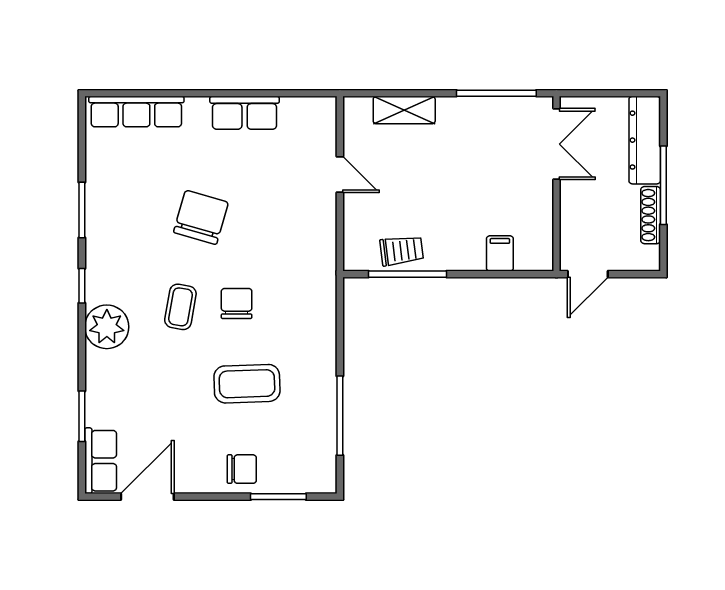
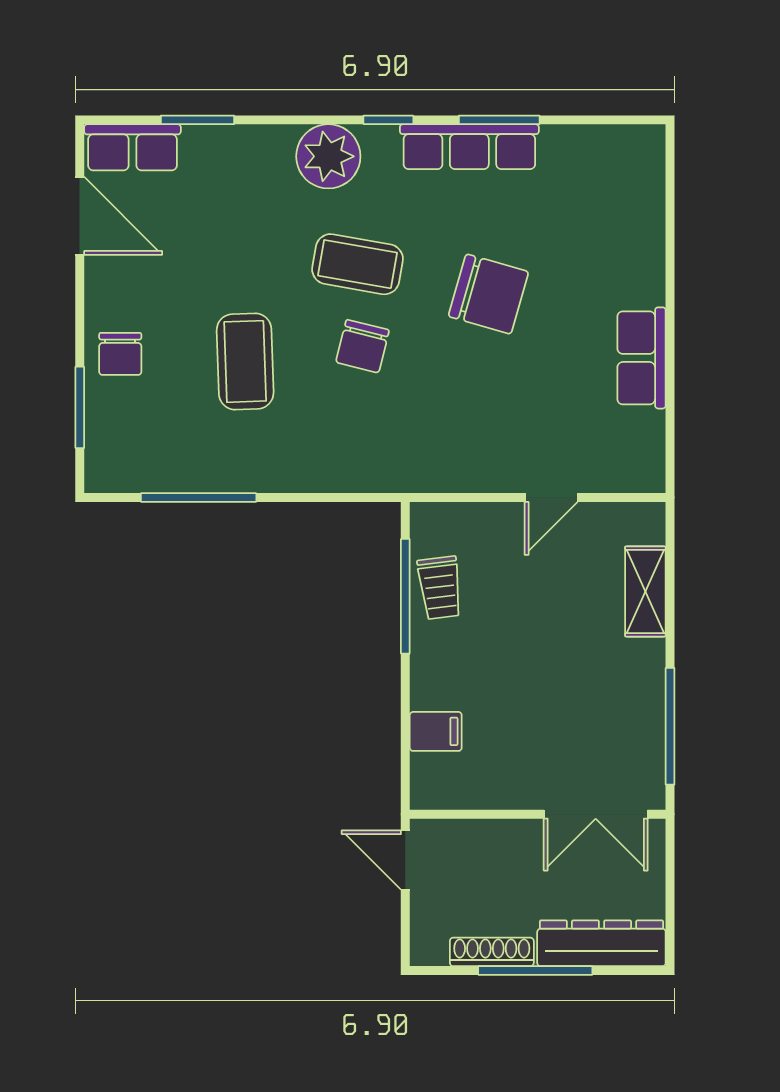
row of seats: (136, 112) -> (469, 147), moved, turned -90
chair: (237, 303) -> (363, 346), turned 104
coffee table: (180, 307) -> (358, 264), width x1.36, depth x1.30

